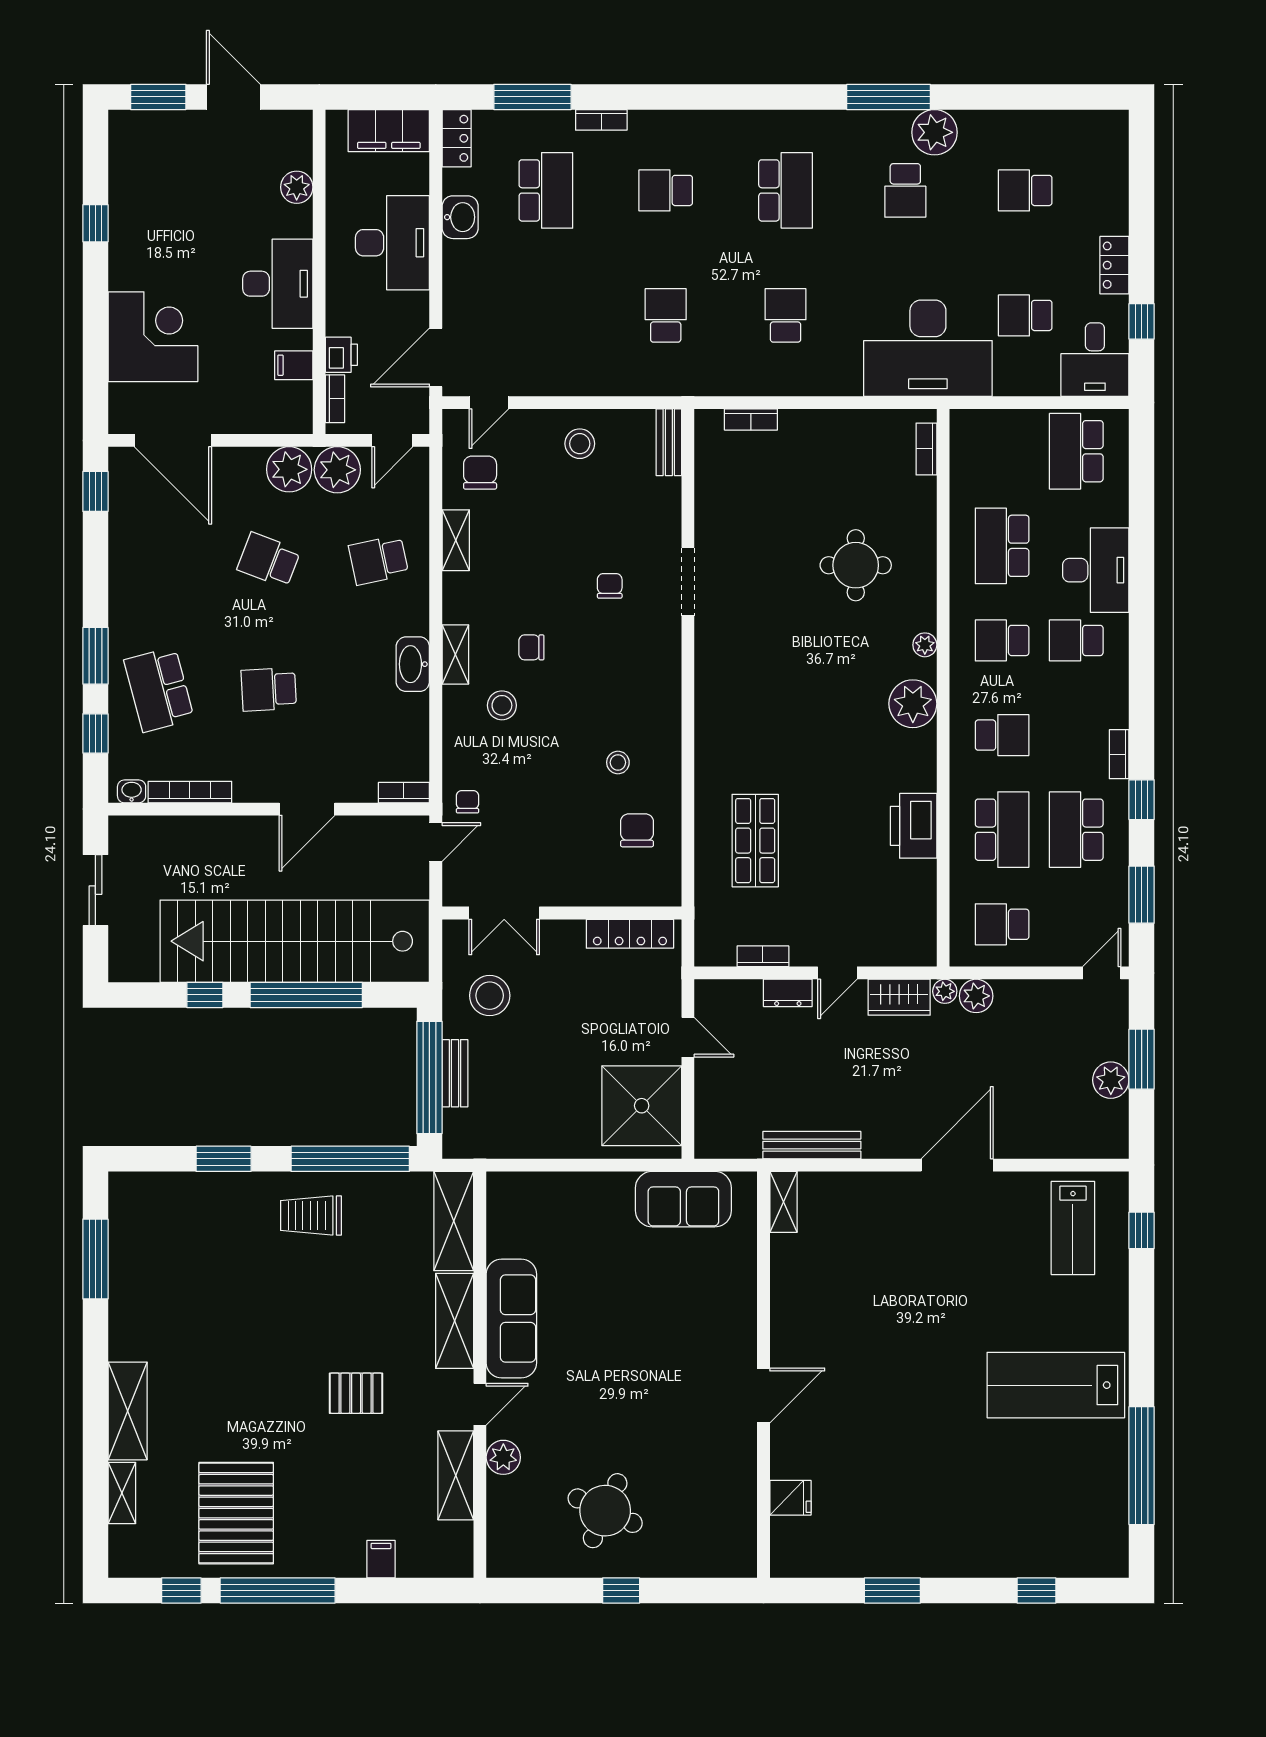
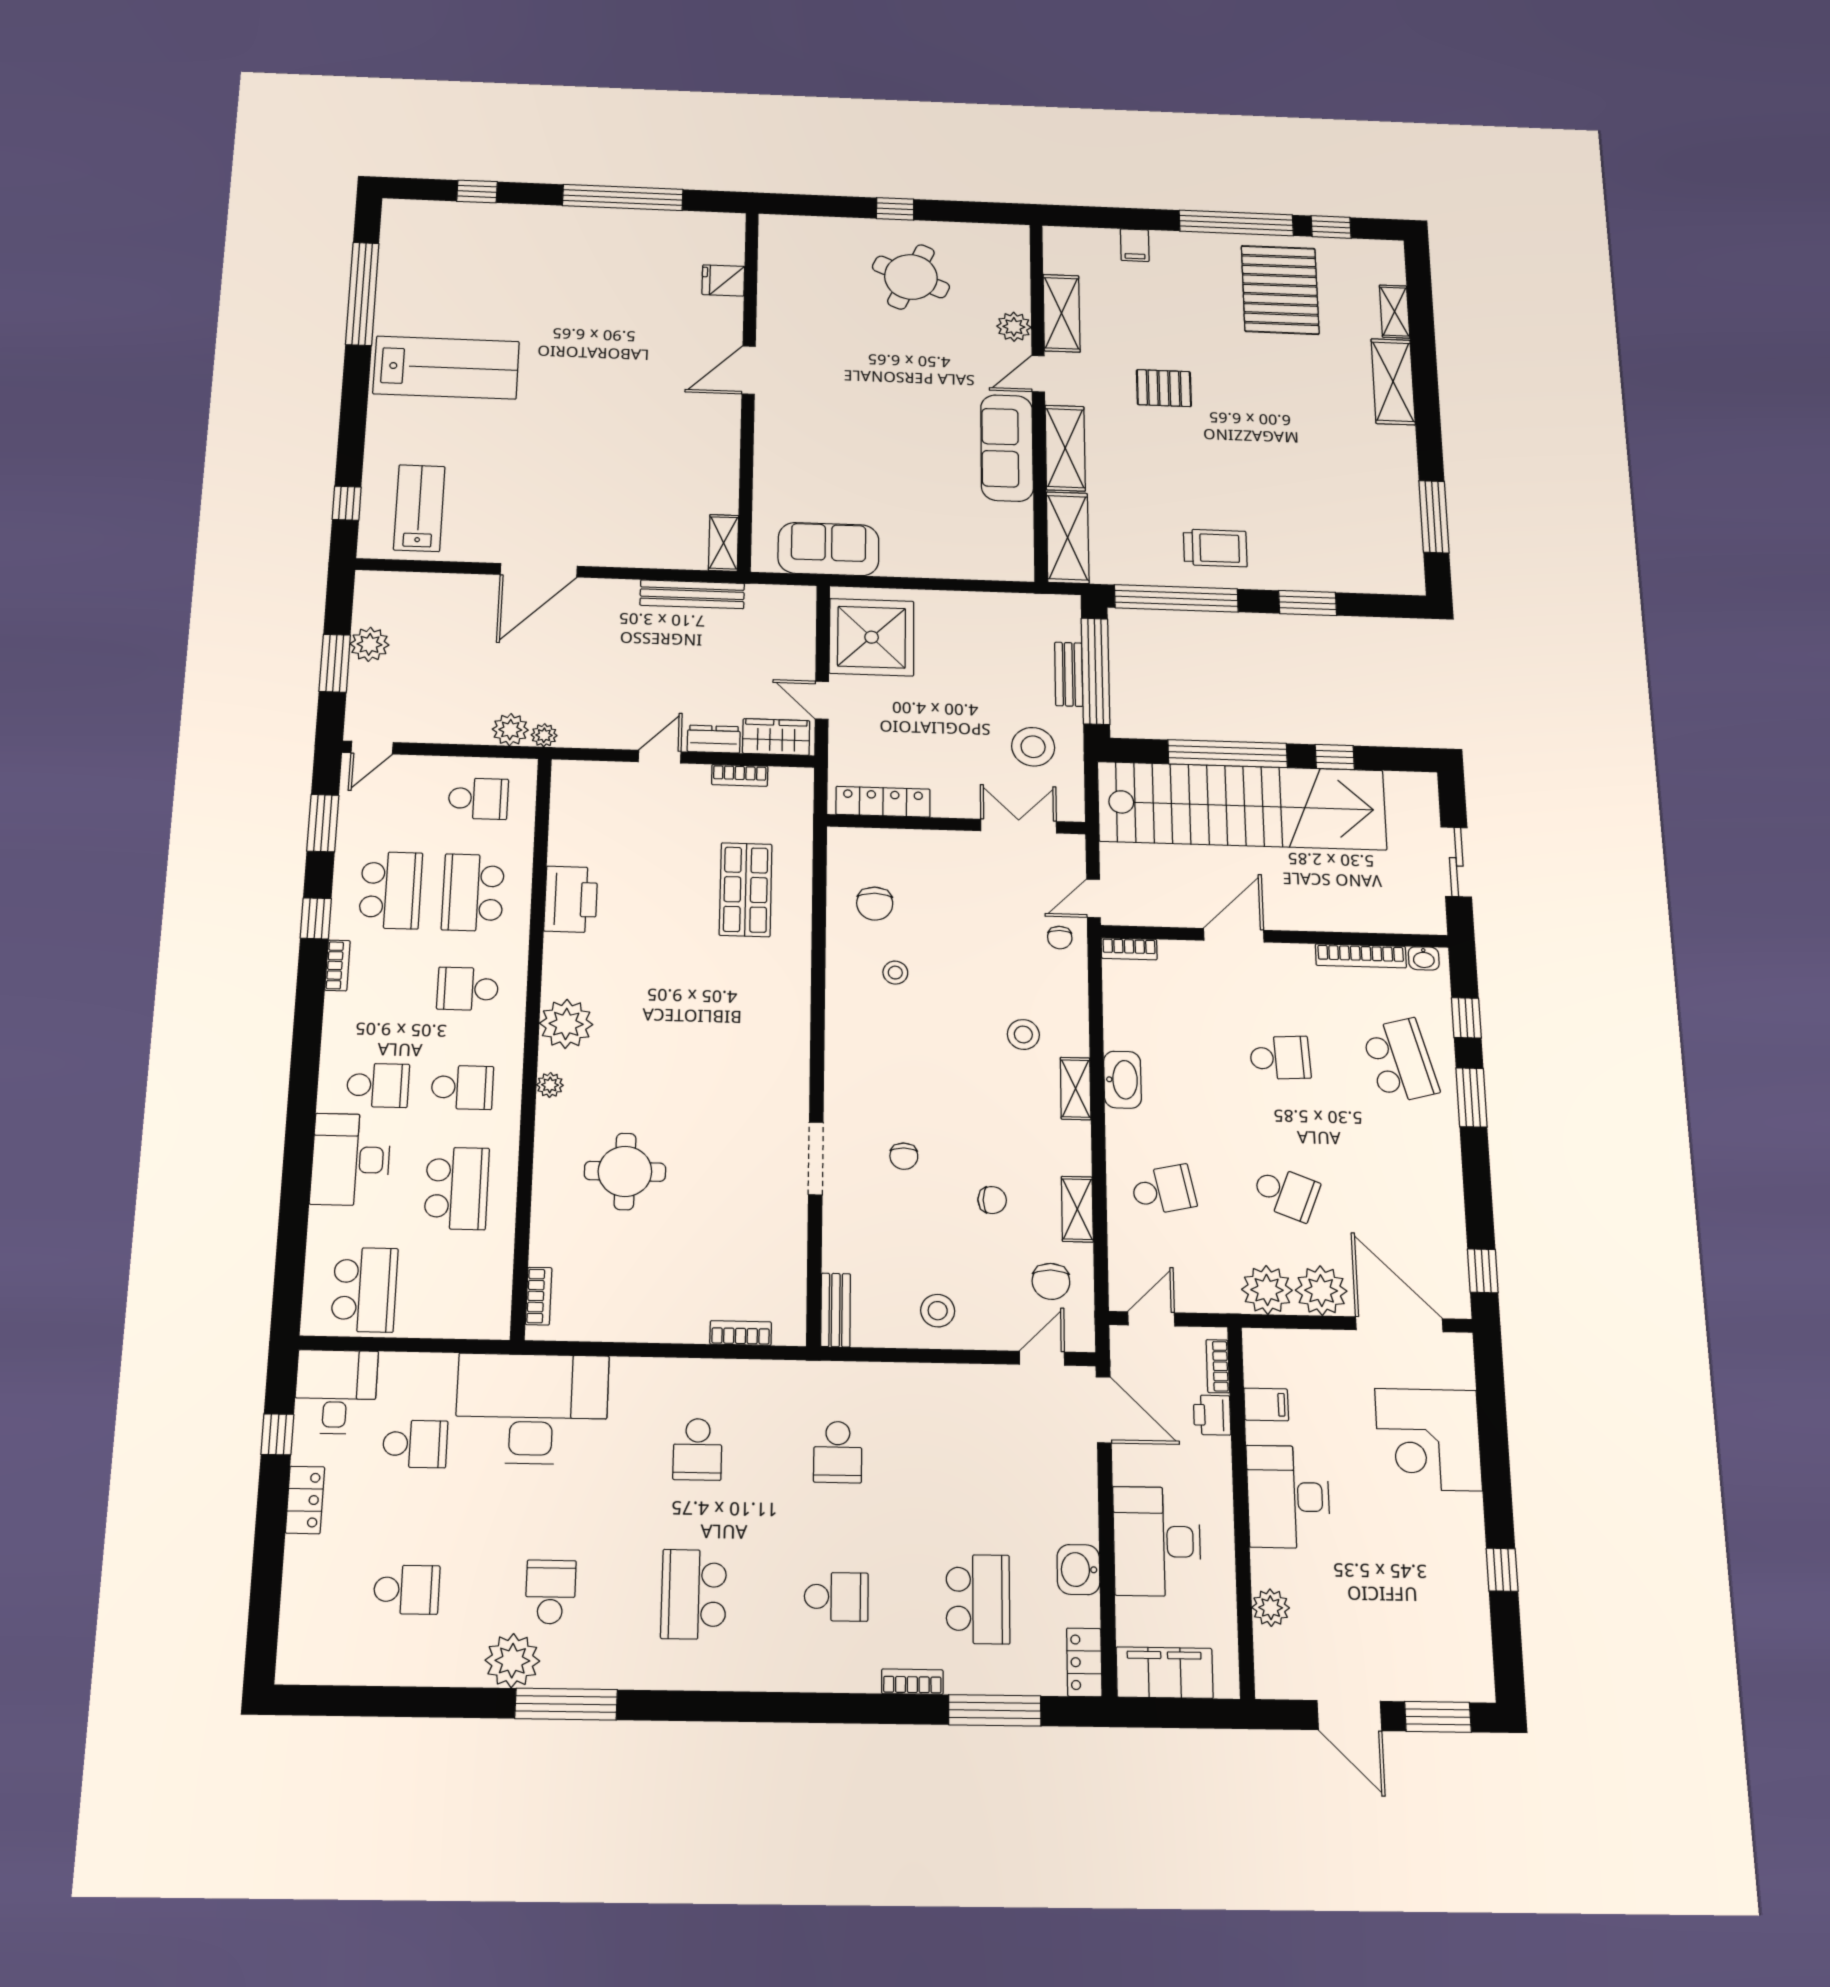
school desk: (546, 190) -> (978, 1599), turned 180
door: (436, 357) -> (1104, 1410), hinge flipped
plant: (337, 470) -> (1321, 1291), moved
chair: (531, 647) -> (992, 1200), moved
wardrobe: (899, 997) -> (776, 737), moved
window: (892, 1590) -> (623, 198), width x2.11

